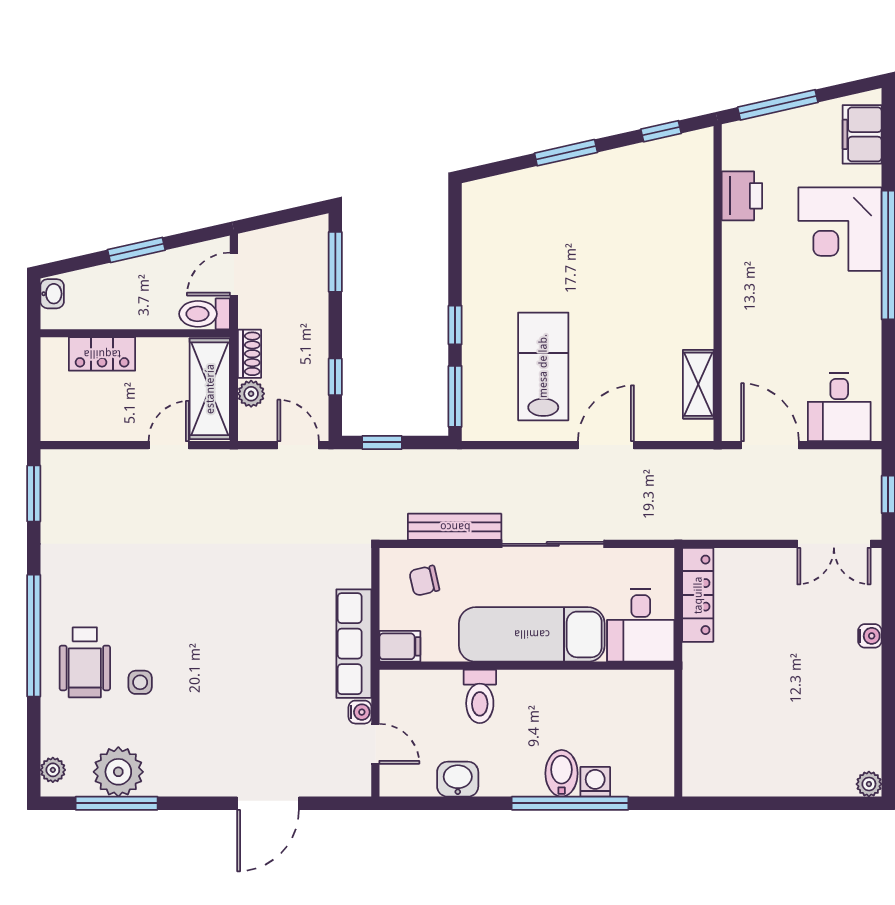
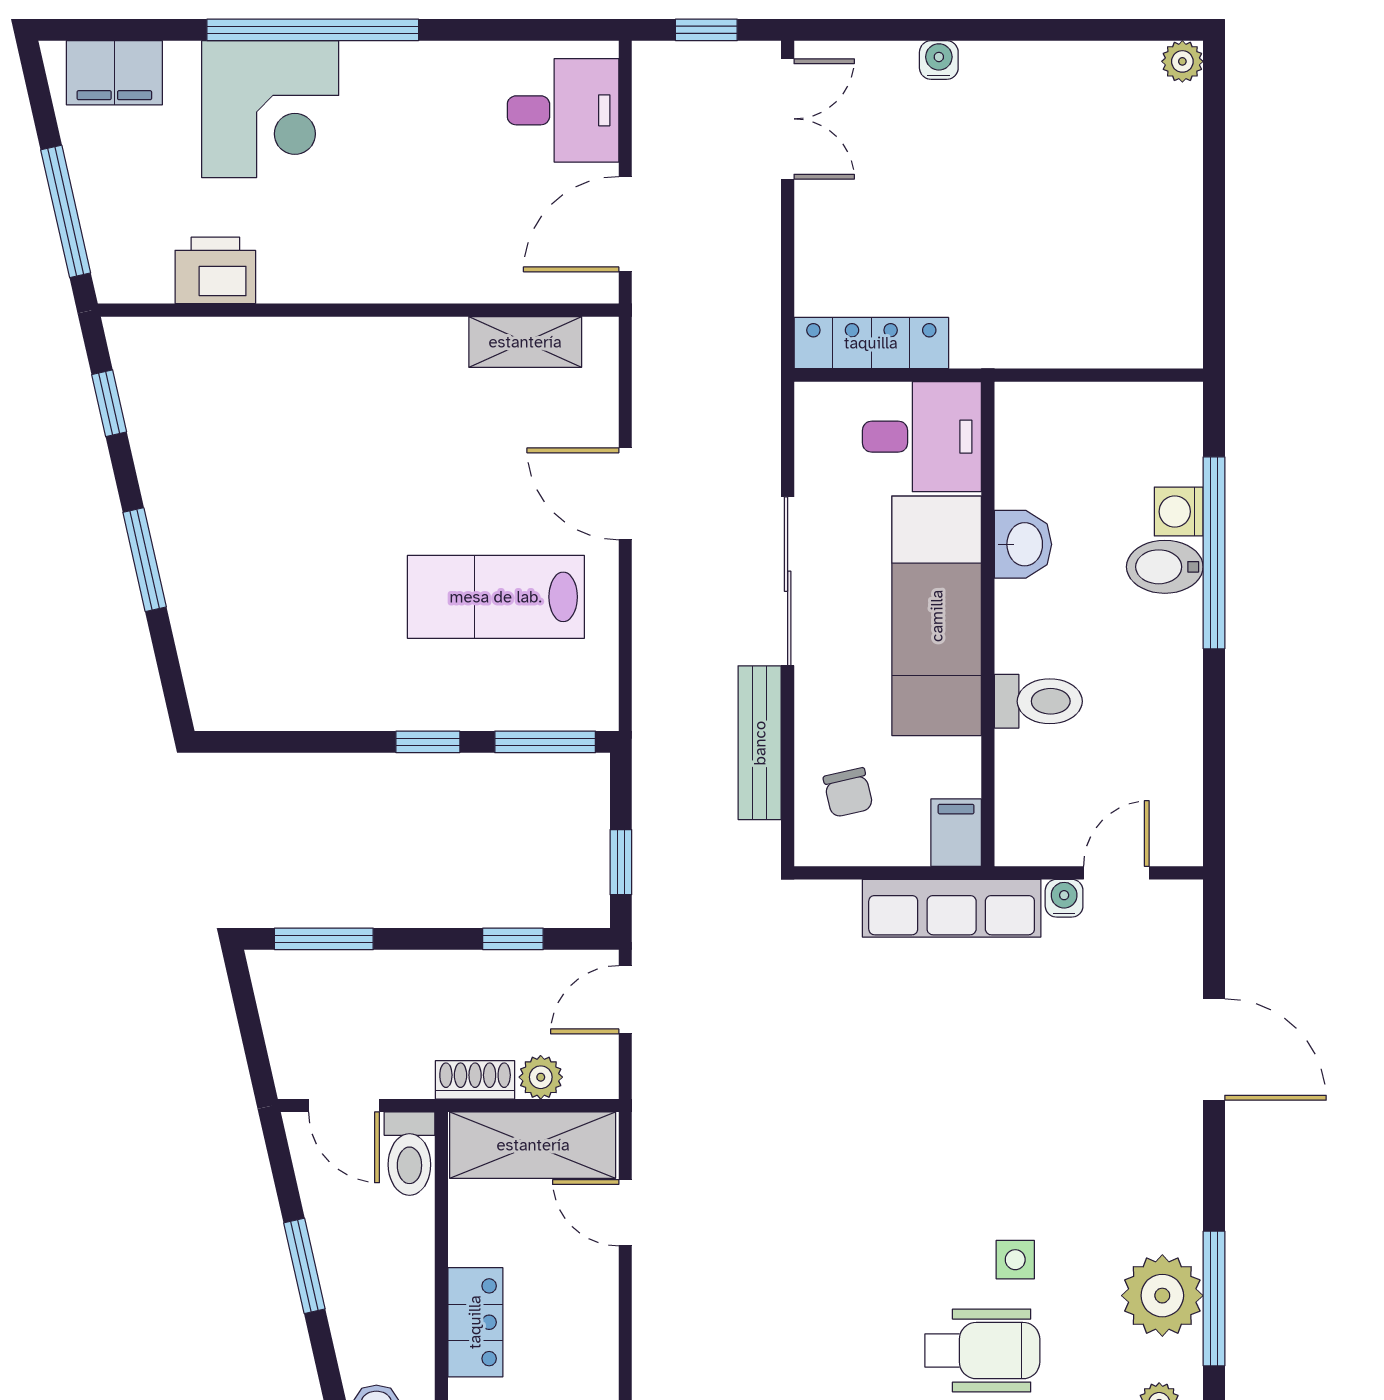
washbasin: (458, 779) -> (1023, 544), moved, turned 180

